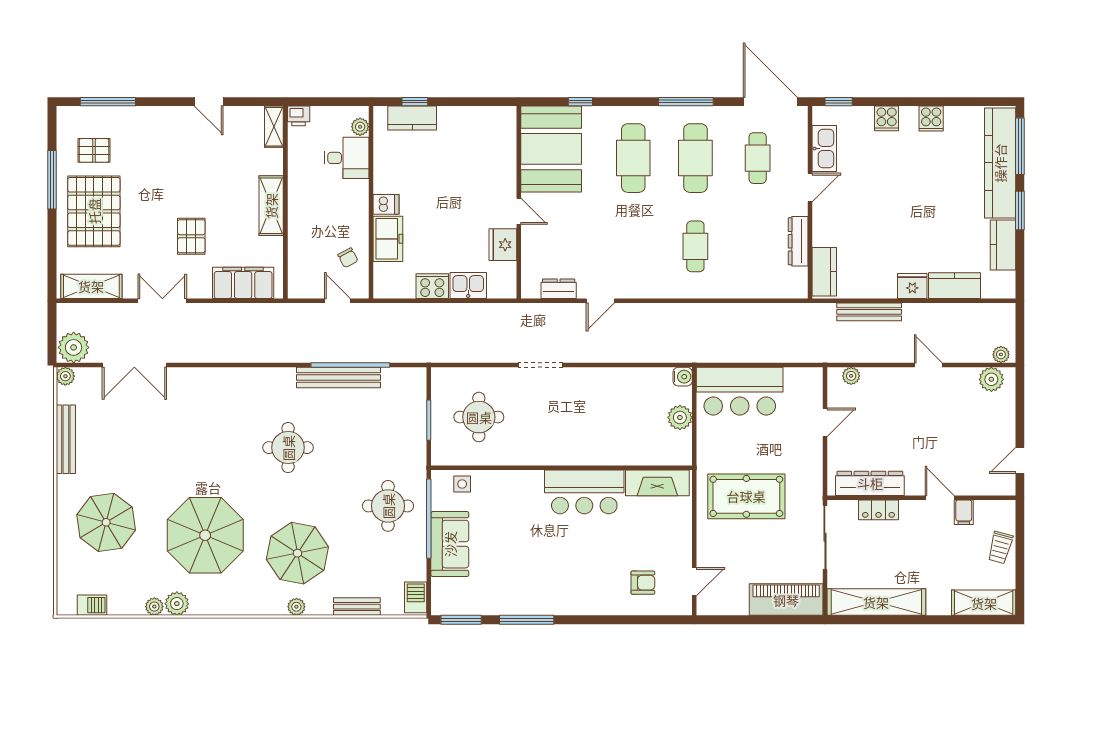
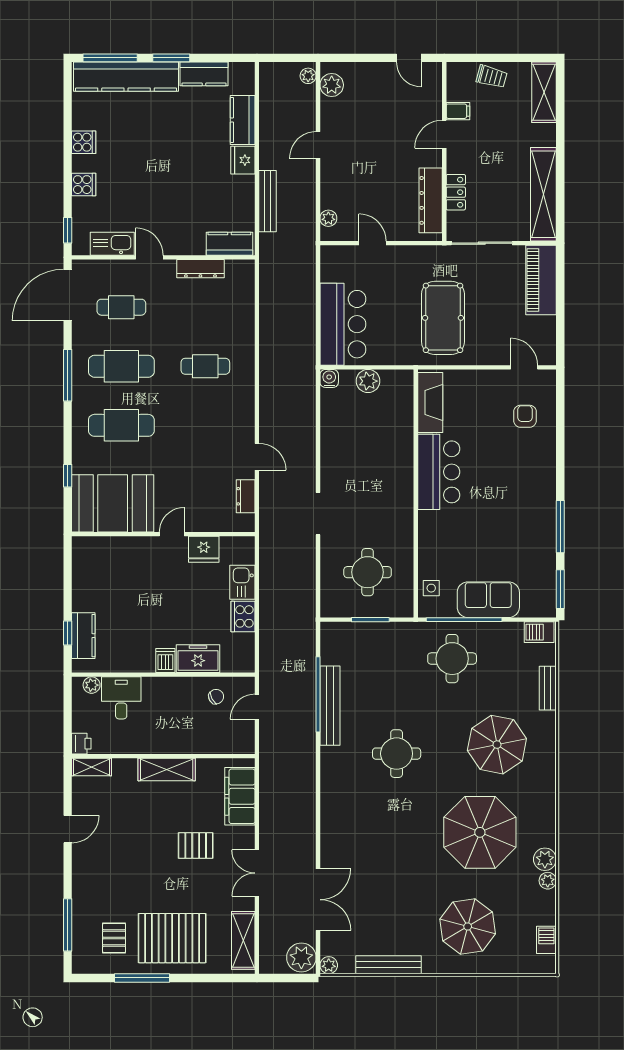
plant: (296, 607) -> (548, 746), removed

